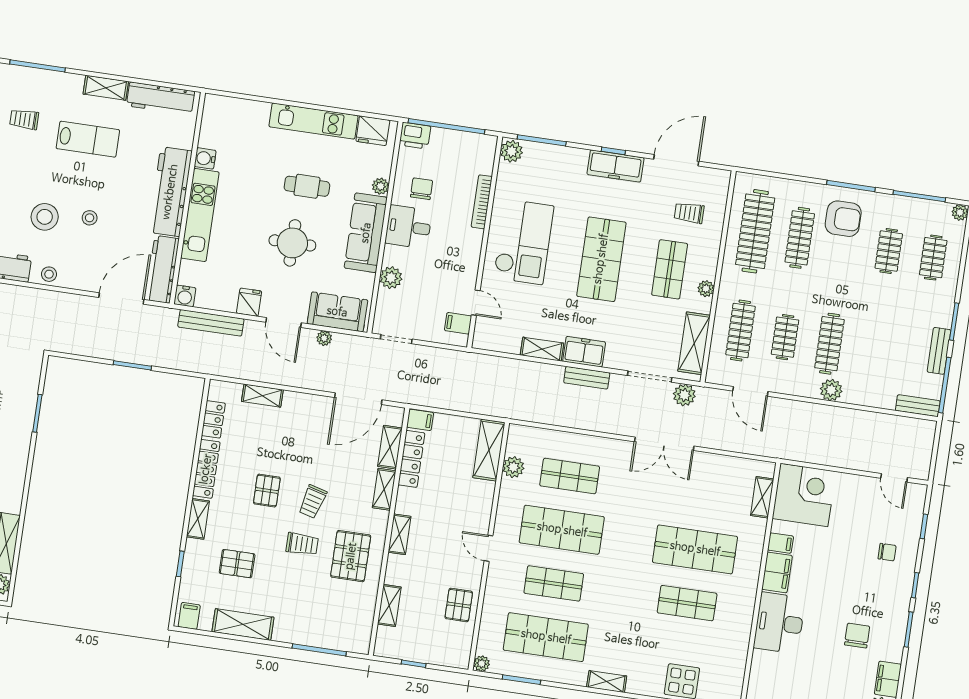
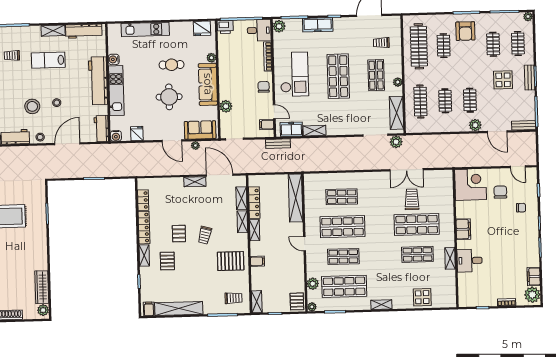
kitchen unit: (313, 121) -> (145, 29), moved
lab bench: (88, 139) -> (48, 60), turned 180
freezer: (615, 166) -> (318, 25), moved
chair: (422, 189) -> (264, 87), moved
armchair: (843, 219) -> (465, 31), turned 90
desk: (408, 227) -> (259, 30), moved, turned 180
clothes rail: (800, 238) -> (444, 46), width x0.73
workbench: (162, 269) -> (101, 129), width x0.73
door: (121, 298) -> (67, 144), moved
fridge: (249, 302) -> (137, 134), moved
display table: (895, 318) -> (503, 80), added
bench: (211, 323) -> (133, 148), removed
clothes rail: (830, 344) -> (470, 100), width x0.73
bench: (939, 351) -> (529, 77), moved
freezer: (584, 352) -> (291, 129), moved
bench: (587, 378) -> (278, 144), moved
door: (750, 391) -> (497, 132), moved
shelving: (262, 396) -> (195, 182), moved
door: (358, 399) -> (220, 175), swing flipped
filing cabinet: (420, 420) -> (257, 261), moved
double door: (664, 444) -> (406, 170), moved
shelving: (489, 450) -> (296, 198), width x1.47
plant: (513, 467) -> (313, 284), moved
shelving: (762, 497) -> (450, 258), moved
trolley: (694, 503) -> (412, 199), added
shelving: (399, 534) -> (255, 230), moved
filing cabinet: (780, 543) -> (462, 213), removed
trolley: (302, 544) -> (234, 298), moved
pallet: (351, 556) -> (231, 261), turned 90
pallet: (237, 564) -> (167, 261), moved, turned 90
shelving: (389, 605) -> (257, 302), moved
pallet: (459, 605) -> (297, 301), moved
desk: (779, 623) -> (470, 261), width x0.73
shelving: (243, 625) -> (179, 308), width x1.47
chair: (857, 636) -> (500, 192), moved

